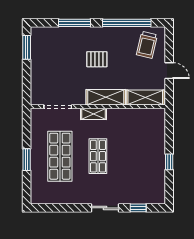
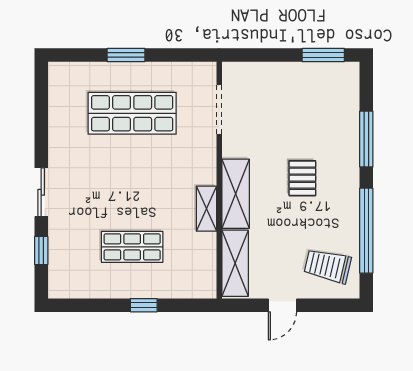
shelving: (94, 114) -> (206, 209), moved
shop shelf: (98, 156) -> (132, 247), moved
window: (169, 162) -> (144, 305), moved

